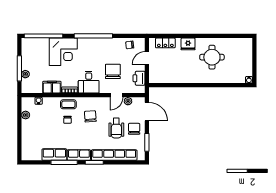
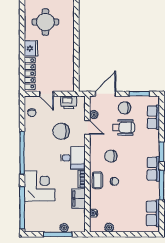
locker: (165, 43) -> (30, 73), width x1.53
row of seats: (54, 155) -> (153, 213), moved
row of seats: (114, 155) -> (153, 117), width x0.50

